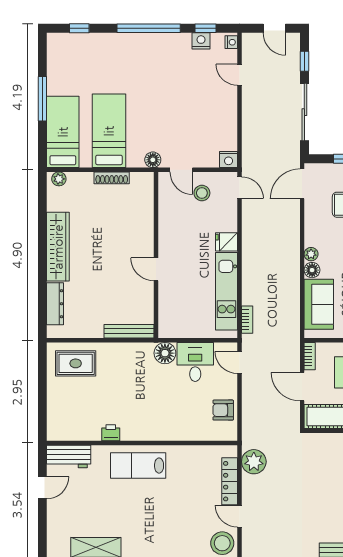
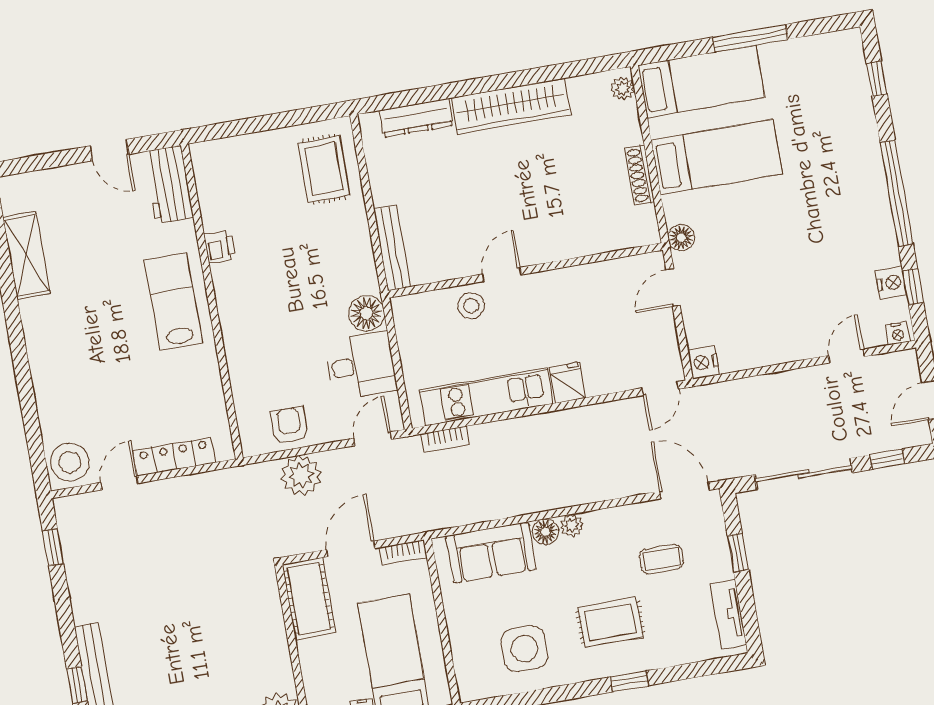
stool: (202, 193) -> (471, 306), moved
plant: (254, 462) -> (301, 476), moved

